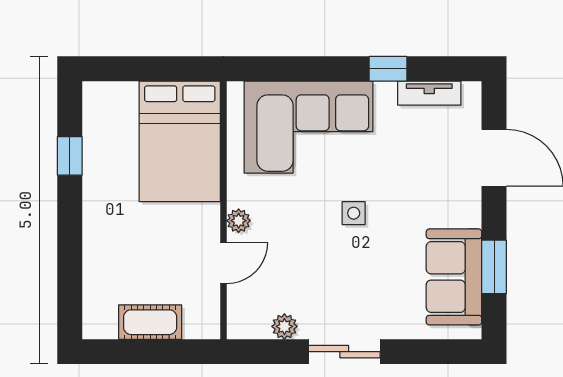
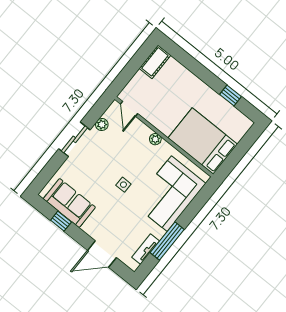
window: (388, 69) -> (167, 241), width x2.17
door: (224, 263) -> (129, 109), moved
window: (494, 267) -> (61, 221), width x0.67
cot: (150, 322) -> (155, 62), moved

